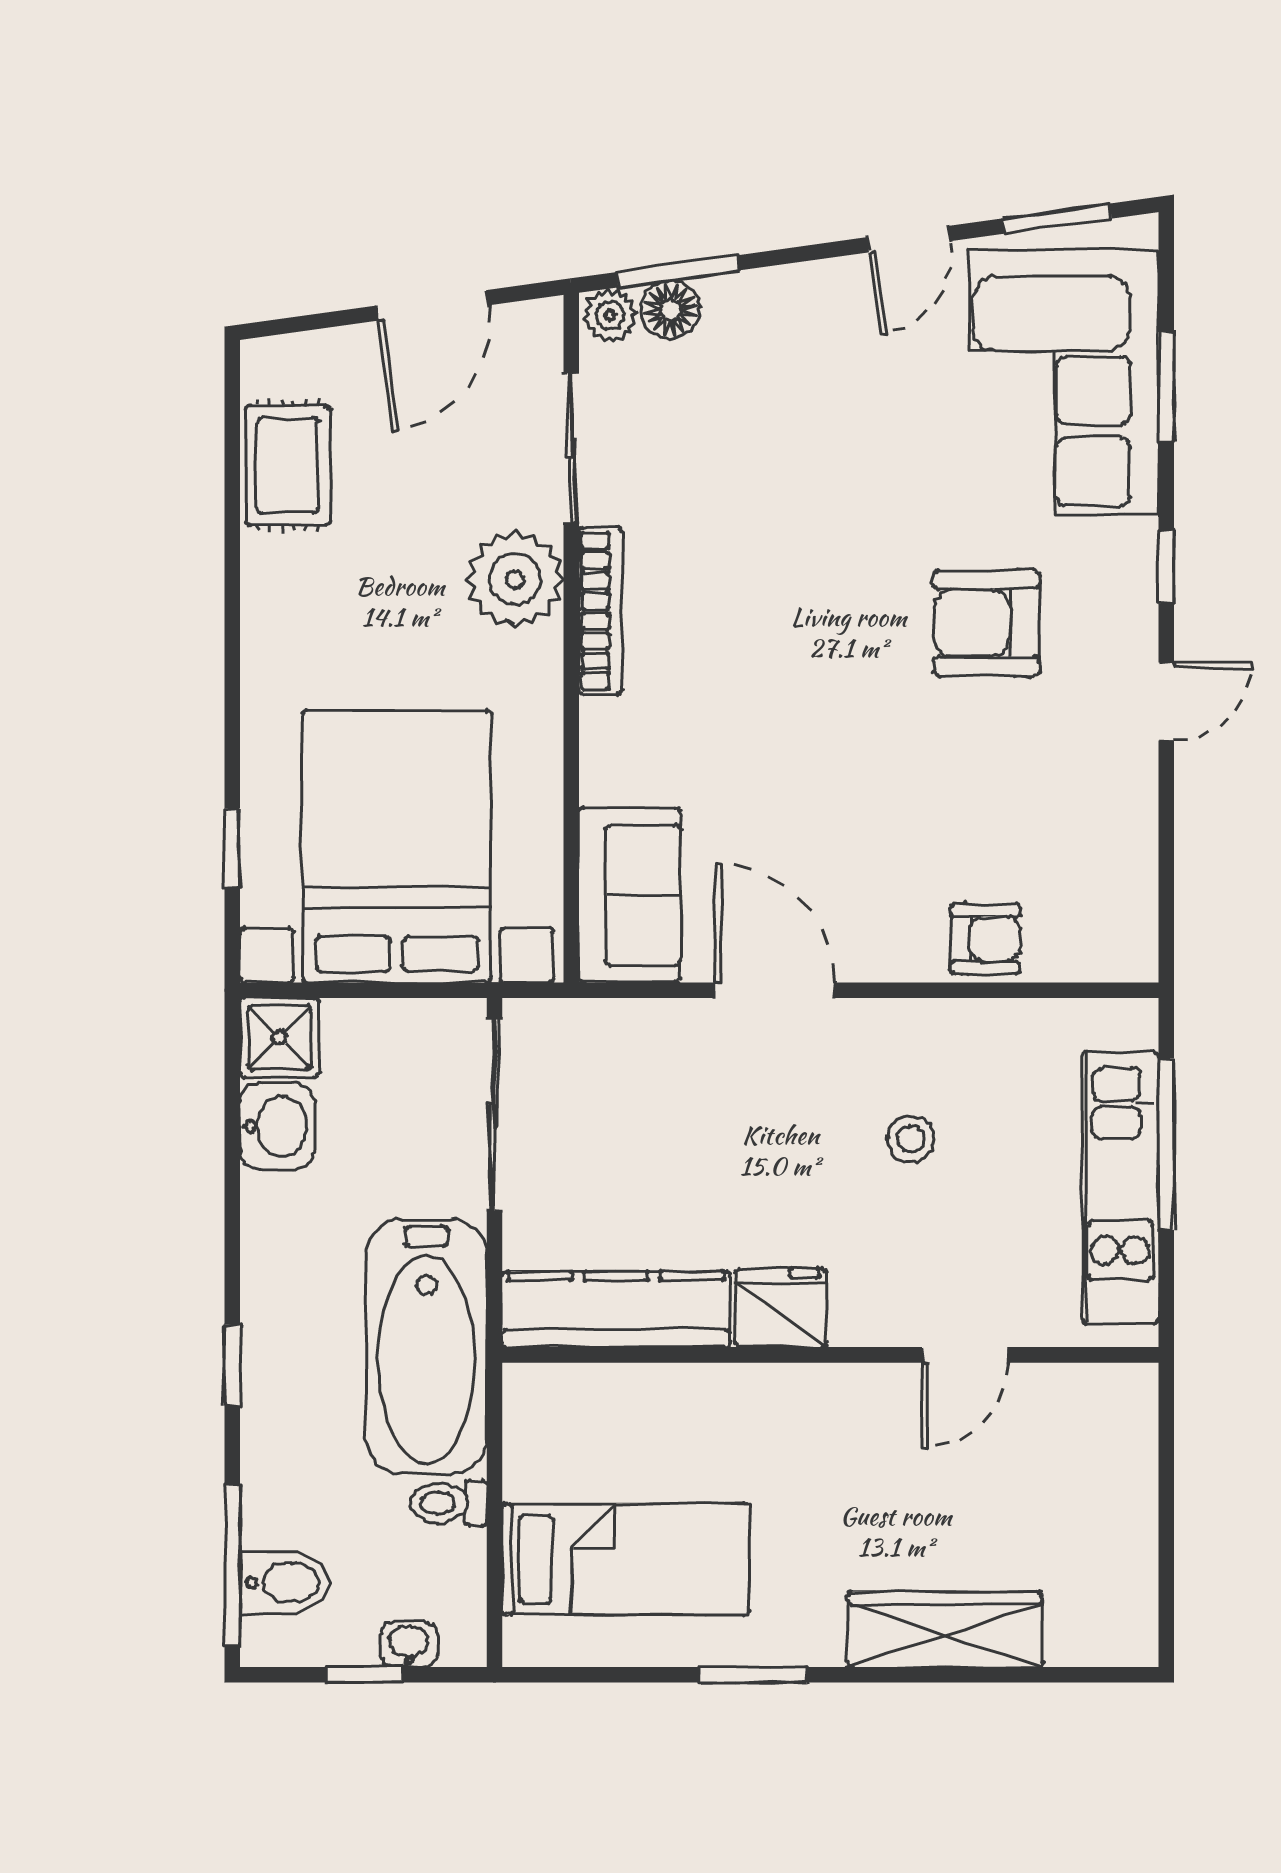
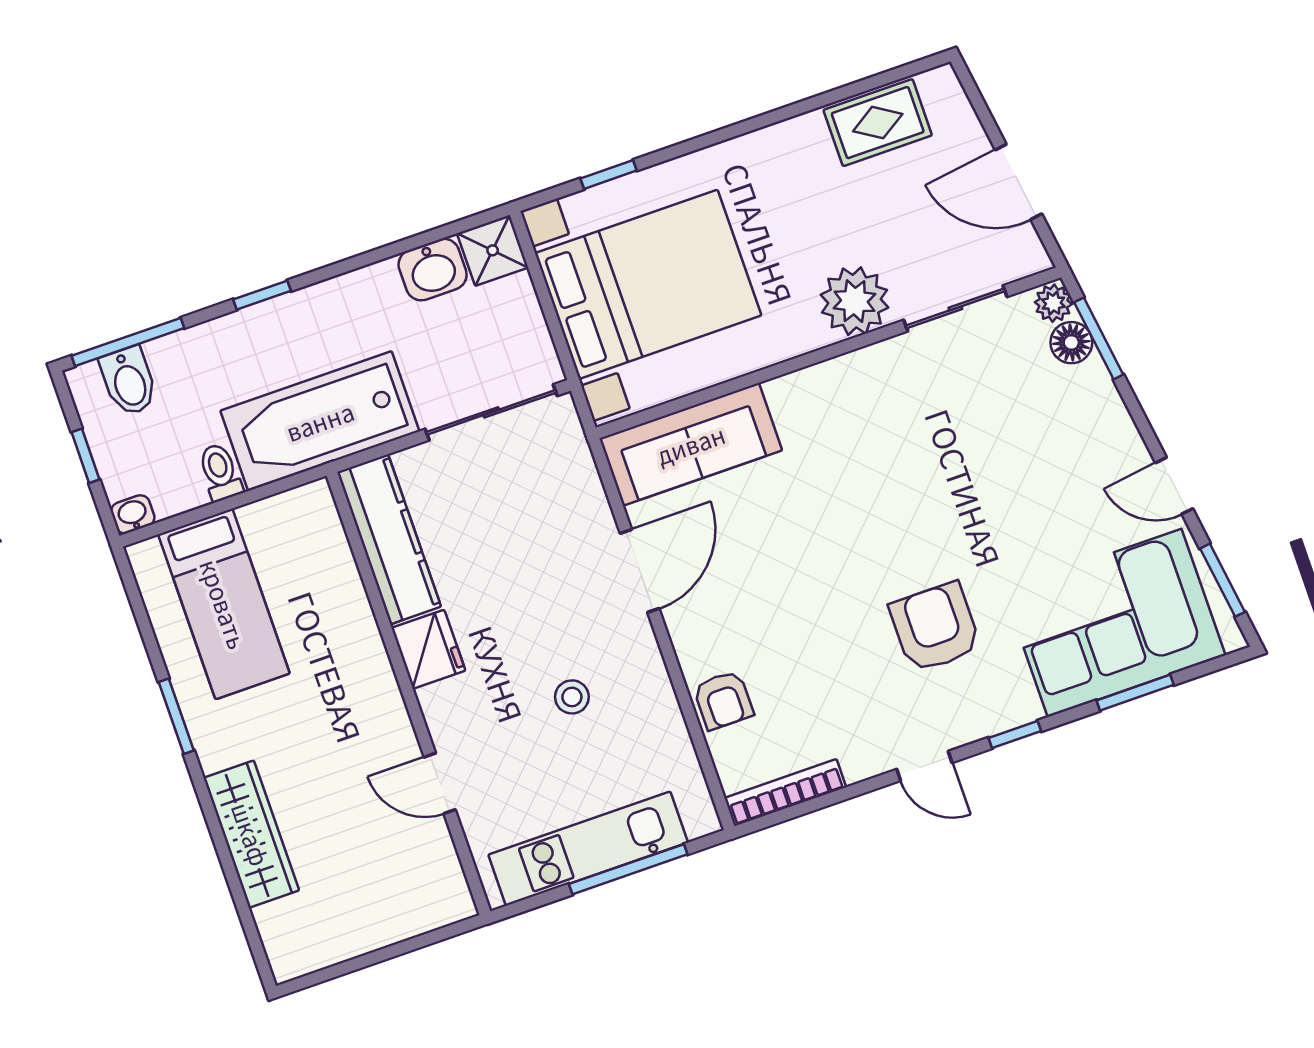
bookcase: (600, 611) -> (785, 793), moved, turned 180
sofa: (630, 895) -> (691, 444), width x1.36
washbasin: (409, 1644) -> (133, 514), moved, turned -90

